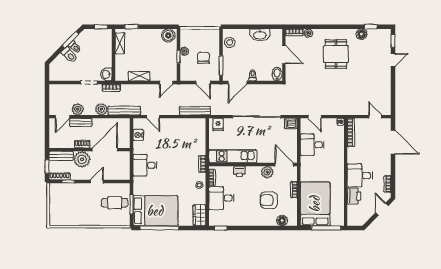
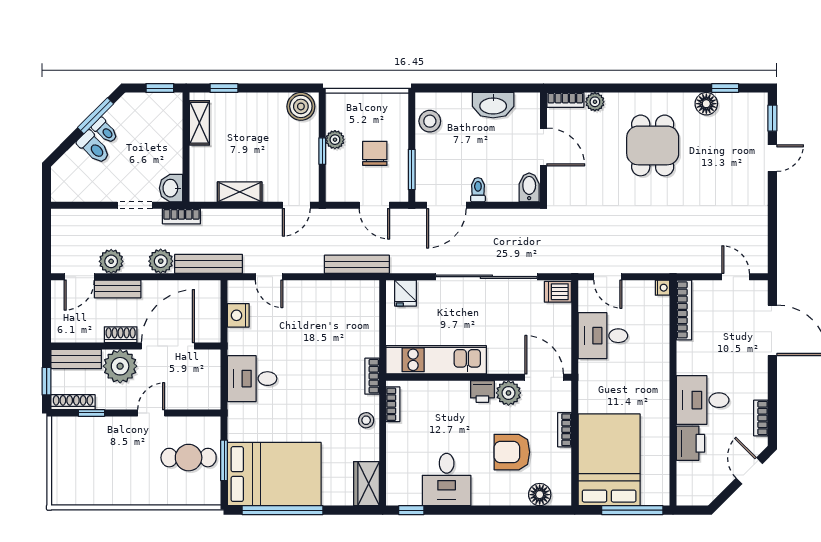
printer: (239, 171) -> (482, 391), moved
desk: (221, 198) -> (447, 479), moved, turned -90

